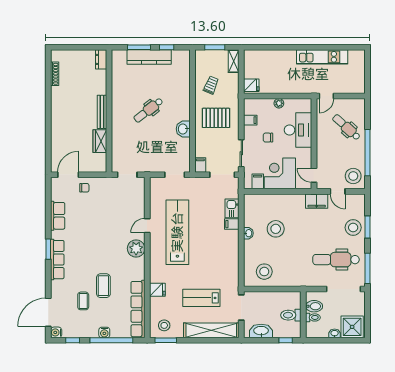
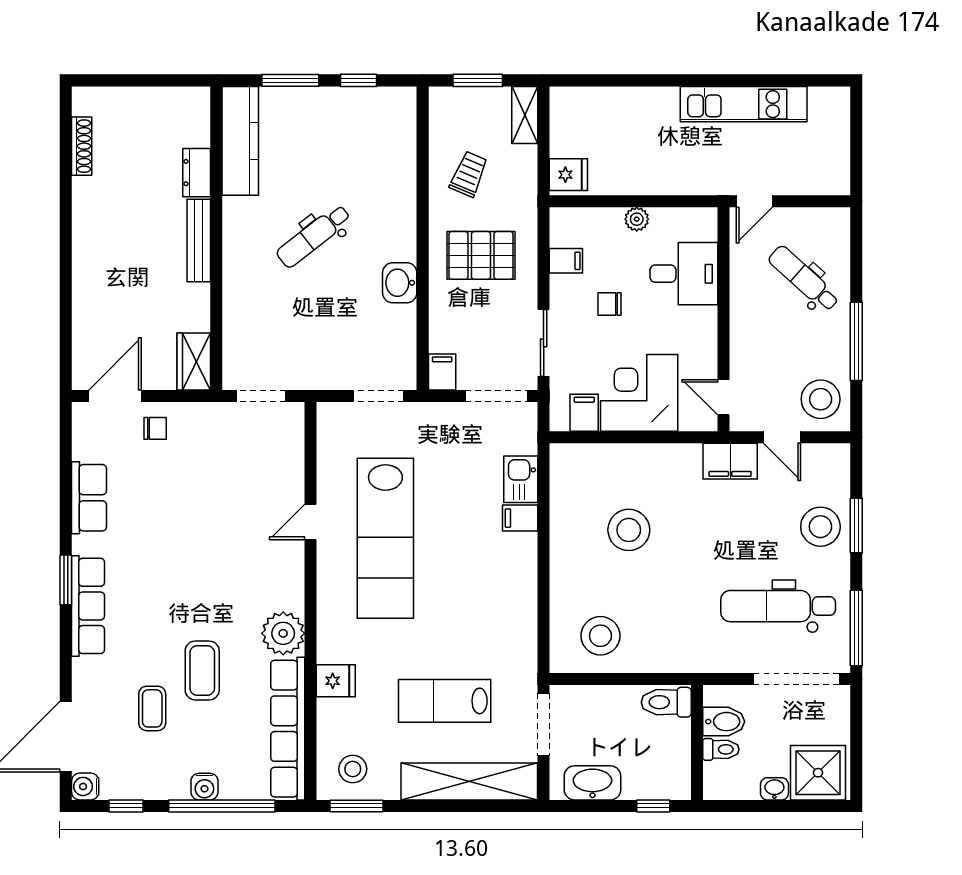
kitchen counter: (149, 57) -> (240, 141), moved, turned -90
dresser: (101, 59) -> (197, 173), moved
desk: (298, 130) -> (684, 274), width x0.73
wardrobe: (100, 141) -> (194, 361), moved
window: (368, 153) -> (856, 341), width x0.68
lab bench: (177, 232) -> (385, 538), turned 180
washbasin: (248, 233) -> (561, 541), removed
plant: (136, 248) -> (283, 633), moved
toilet: (291, 315) -> (666, 702), moved

